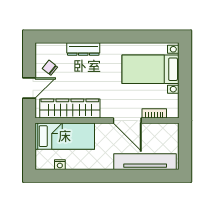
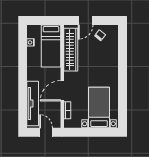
dresser: (83, 49) -> (113, 59), removed
door: (29, 88) -> (86, 20), hinge flipped
door: (185, 143) -> (46, 132), added

